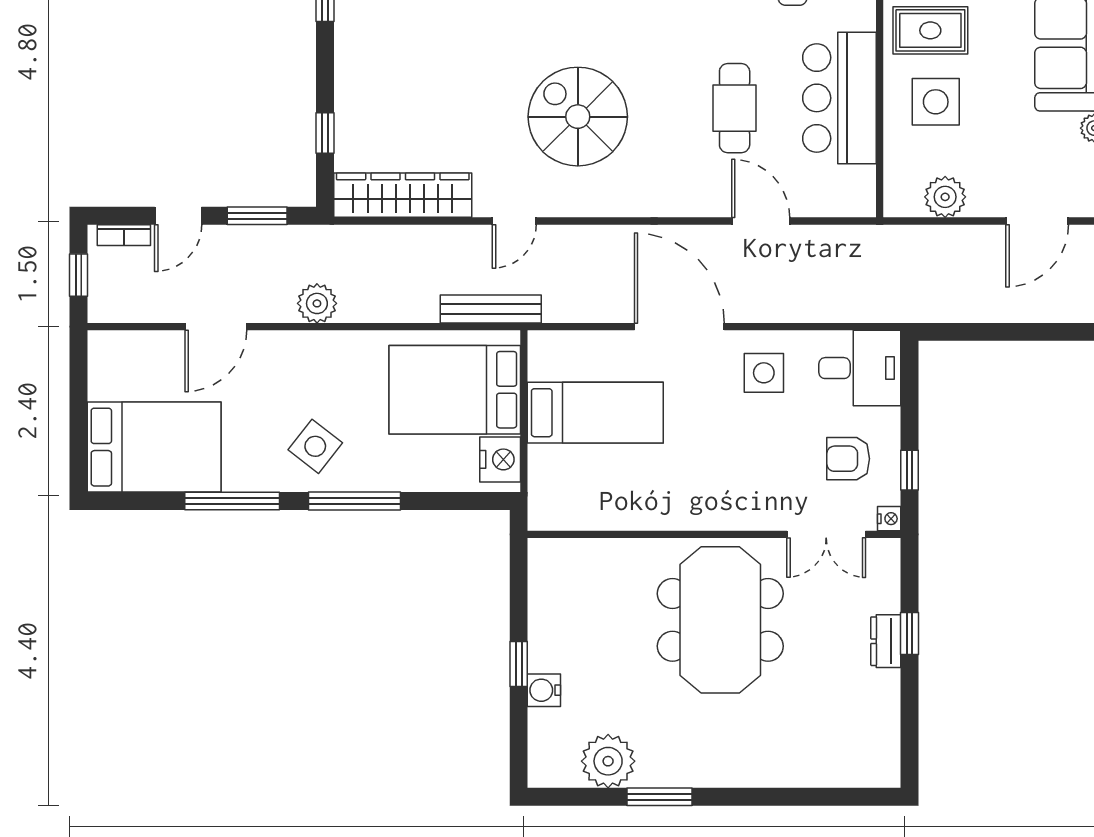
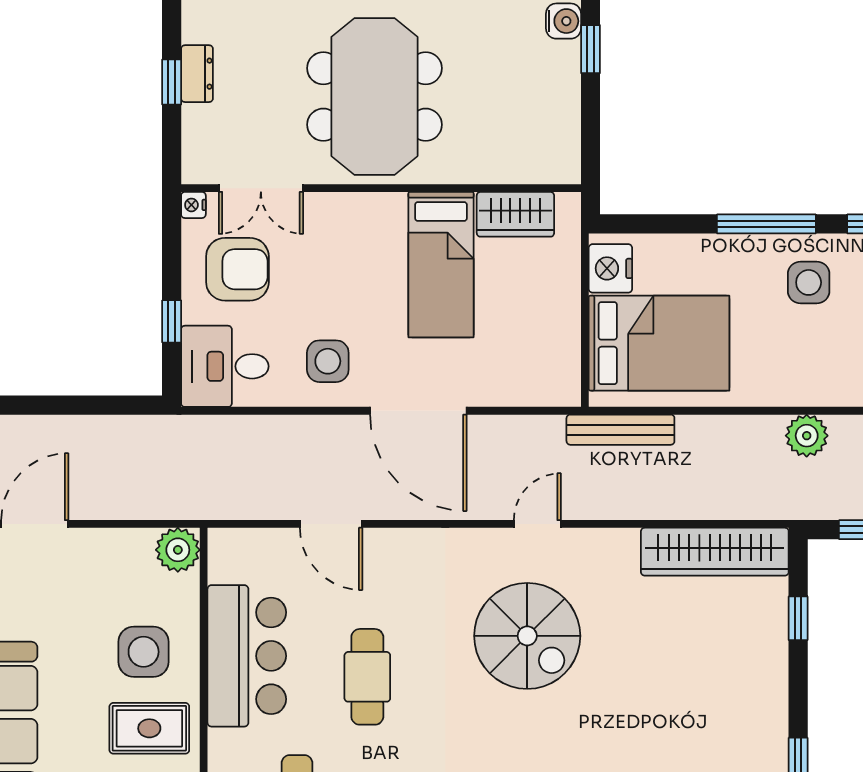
cafe table: (735, 108) -> (367, 677), moved
plant: (945, 197) -> (178, 550), moved
door: (514, 221) -> (537, 524), moved
bed: (595, 413) -> (441, 265), moved, turned -90
side table: (315, 446) -> (809, 282), turned -38
armchair: (848, 459) -> (237, 269), width x1.38, depth x1.38
window: (910, 470) -> (172, 321), moved
wardrobe: (589, 510) -> (515, 214), added
double door: (826, 534) -> (261, 188), swing flipped

